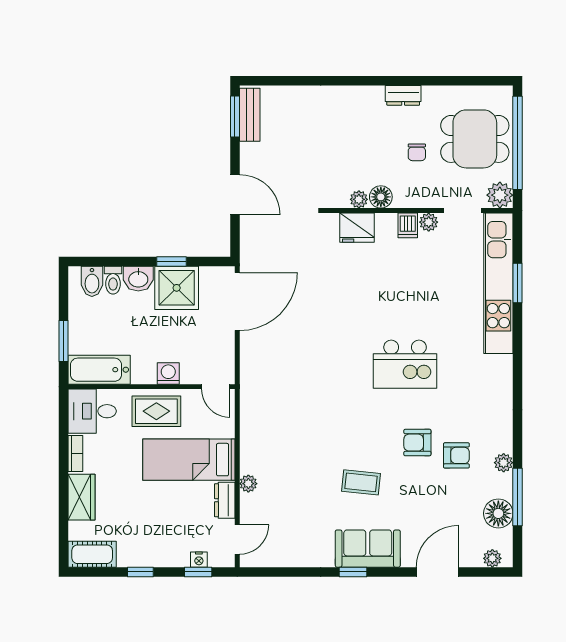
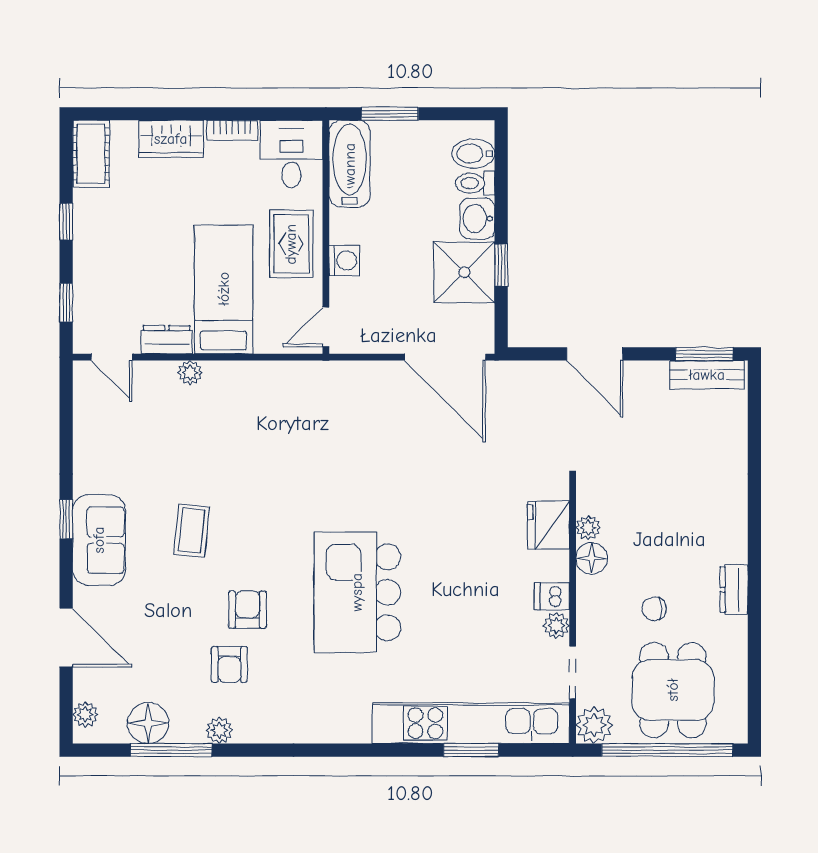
door: (235, 195) -> (595, 354), hinge flipped
kitchen island: (405, 364) -> (357, 592), width x1.37, depth x1.28
nightstand: (199, 560) -> (83, 304), removed

